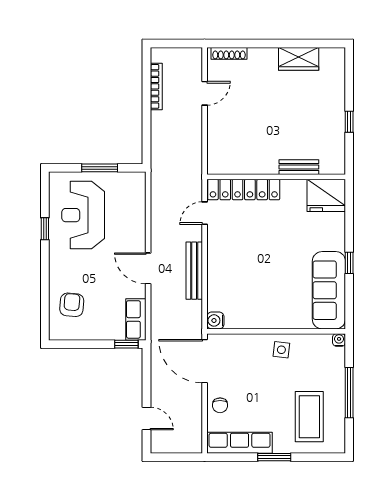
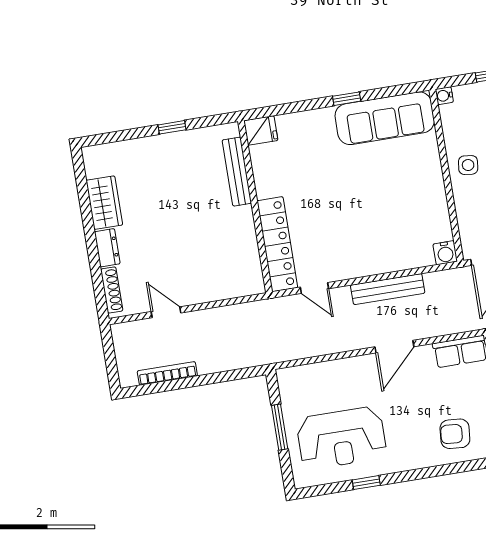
dresser: (263, 55) -> (107, 248), added
bench: (299, 167) -> (237, 172), width x1.36
fridge: (326, 195) -> (261, 130), width x0.53, depth x0.75

